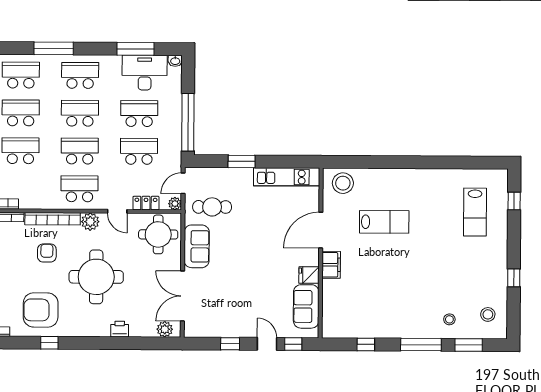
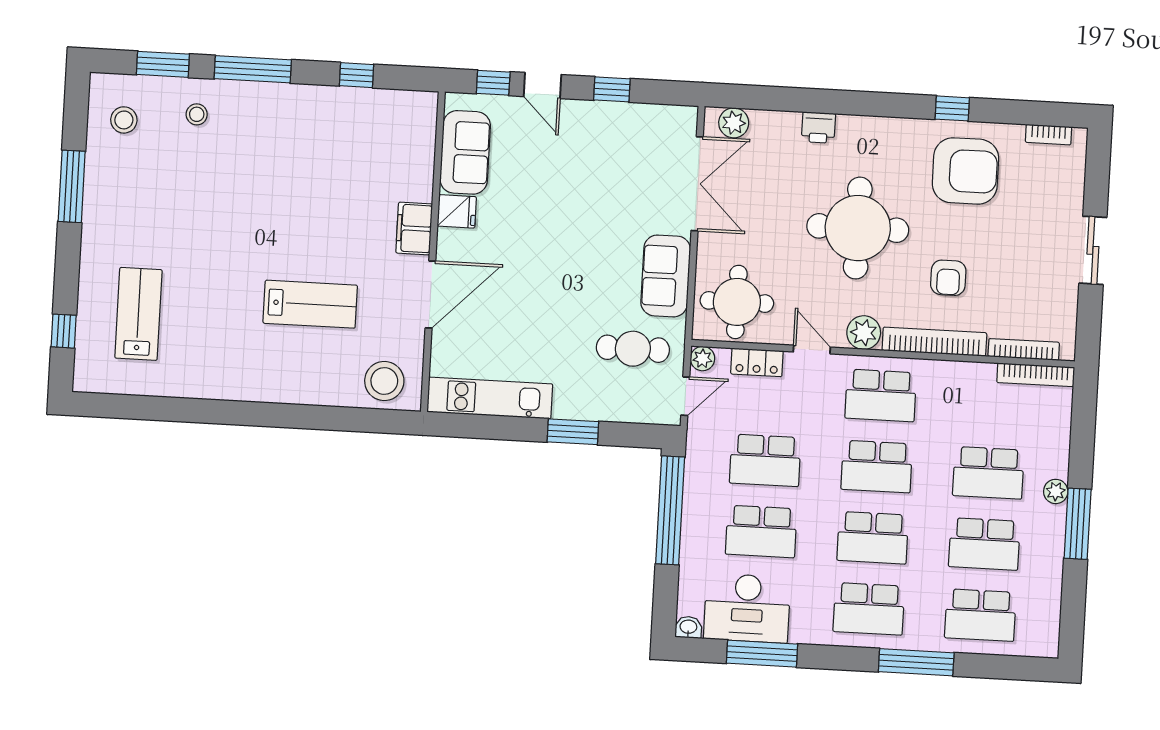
lab bench: (384, 222) -> (310, 304), turned 180
window: (514, 278) -> (72, 186), width x2.17

